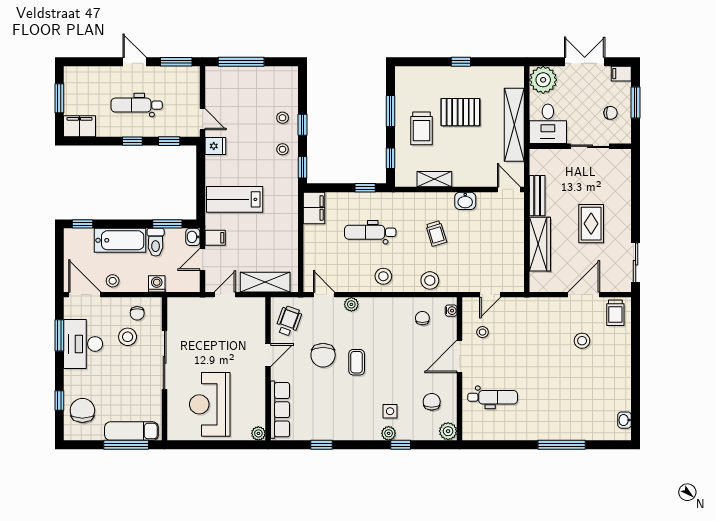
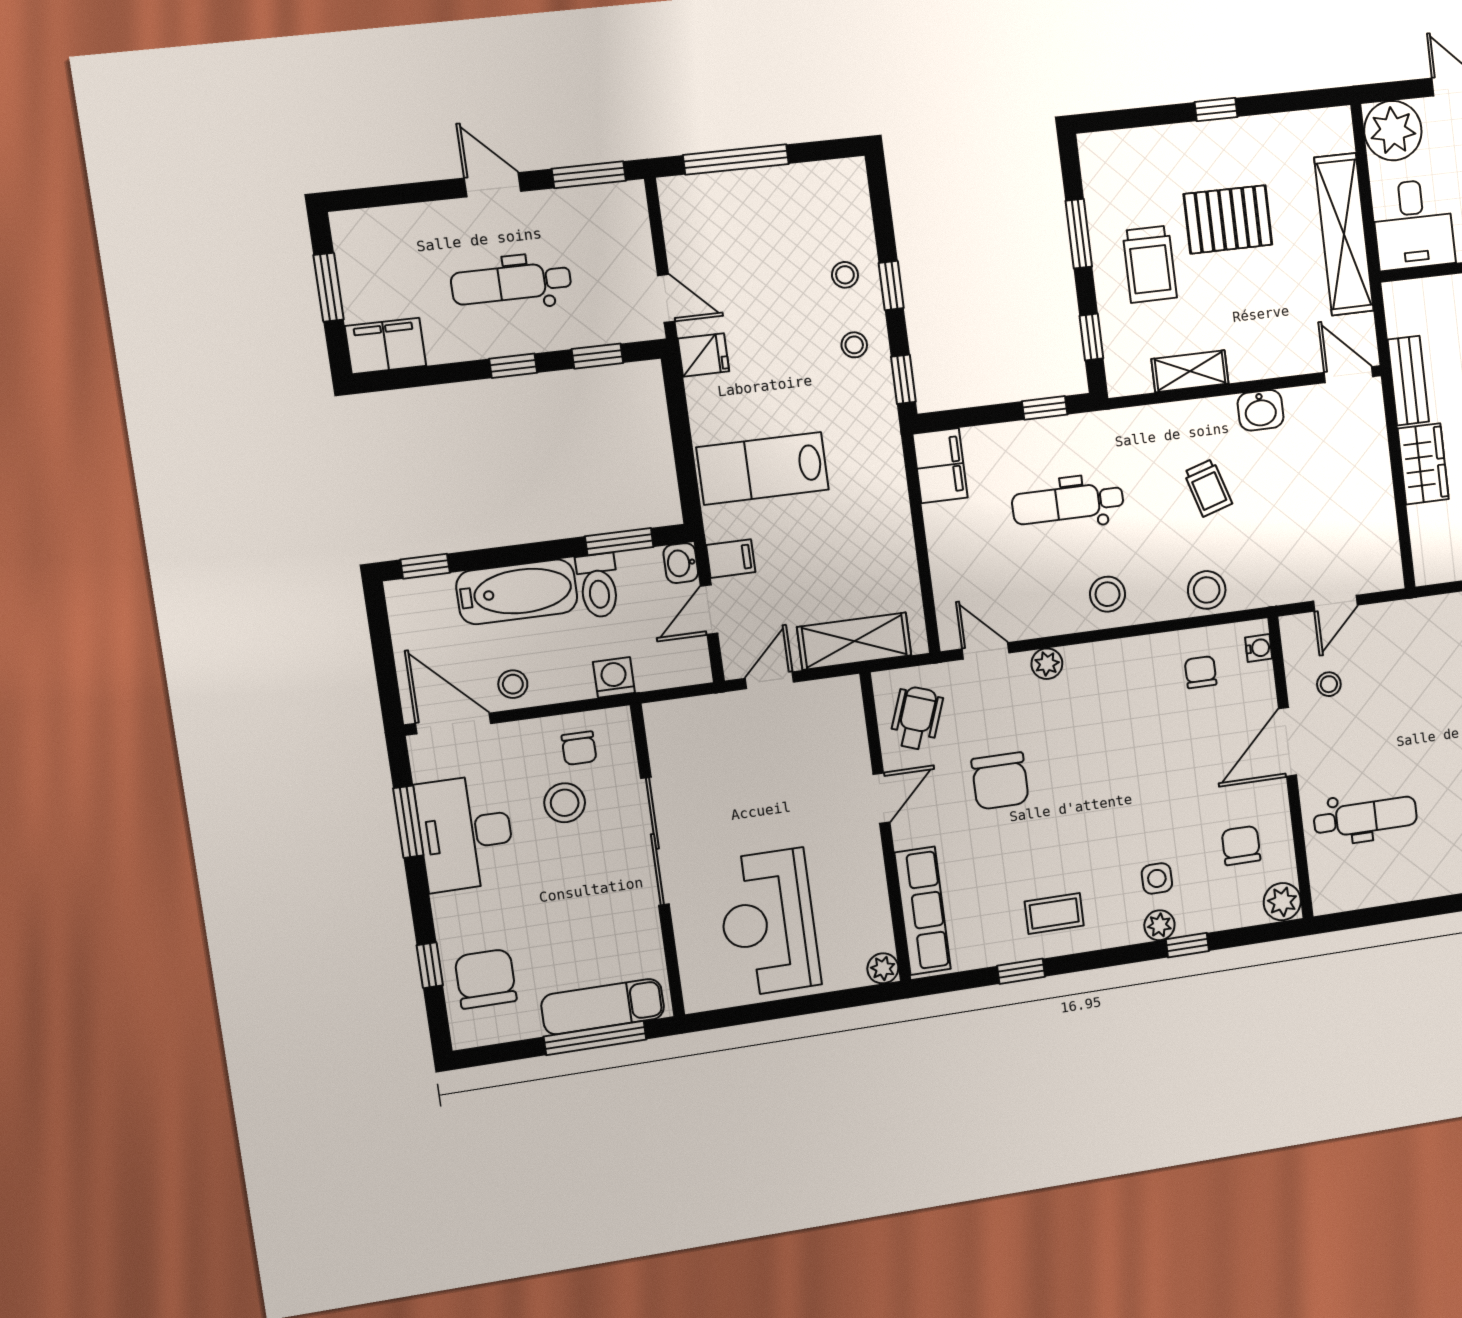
wardrobe: (540, 244) -> (1423, 464), width x0.67
coffee table: (357, 362) -> (1054, 913), moved, turned 90

